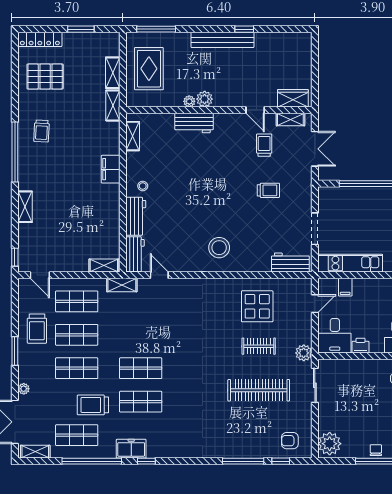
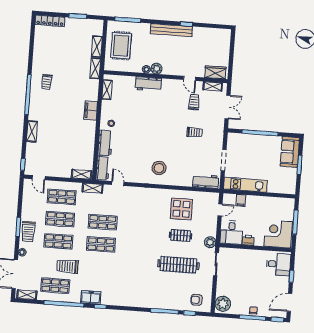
pallet: (45, 76) -> (52, 46), removed
trolley: (37, 329) -> (28, 232), moved
shop shelf: (141, 402) -> (103, 222), moved

